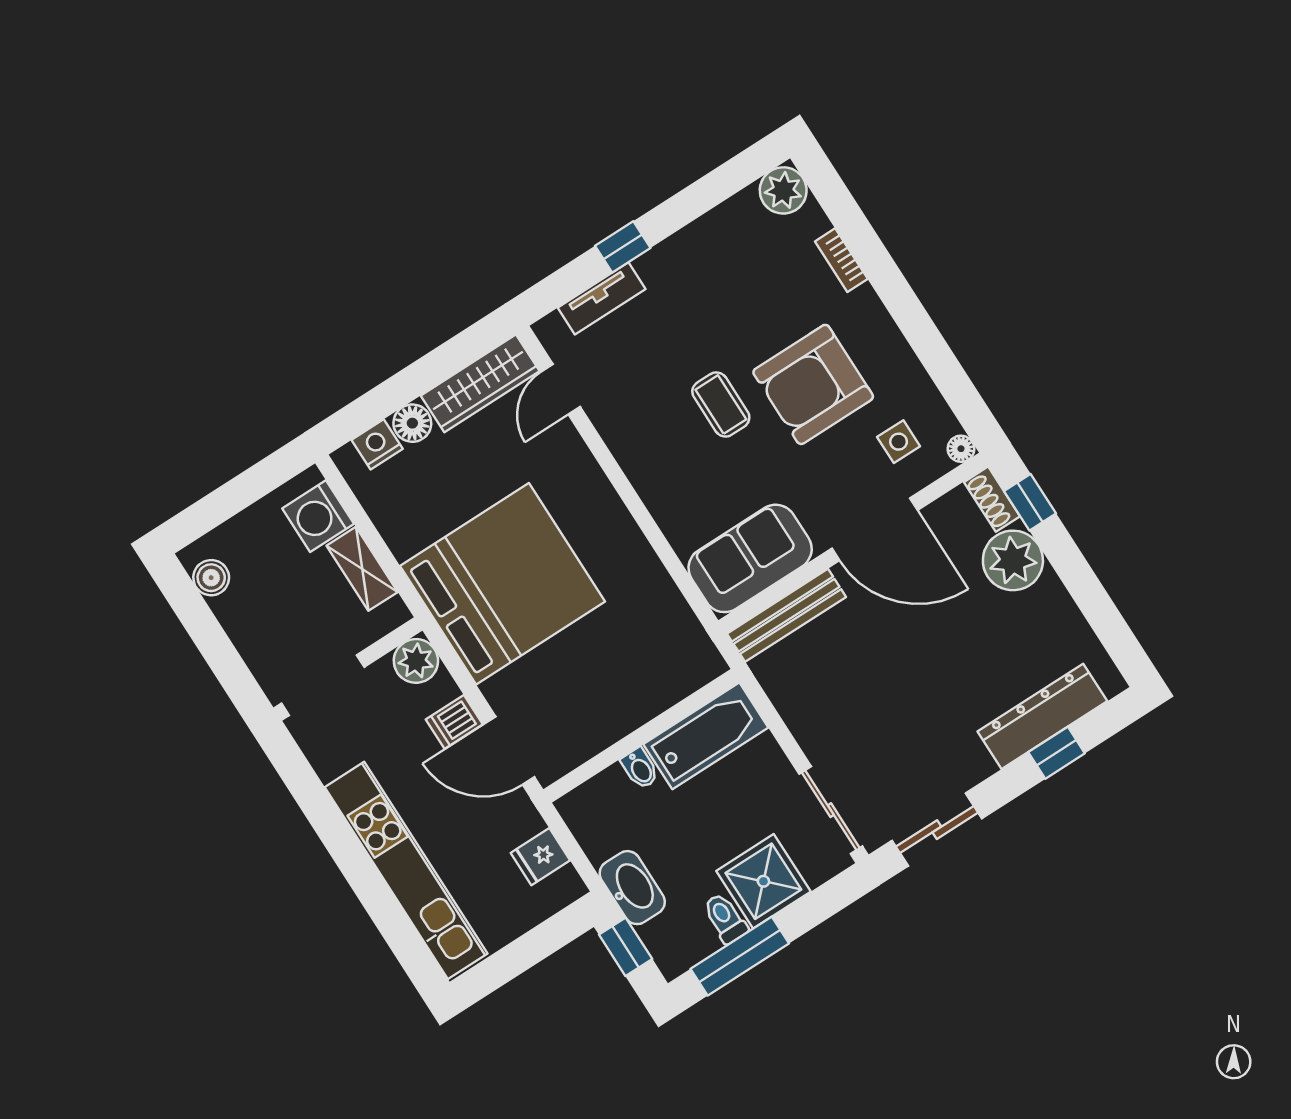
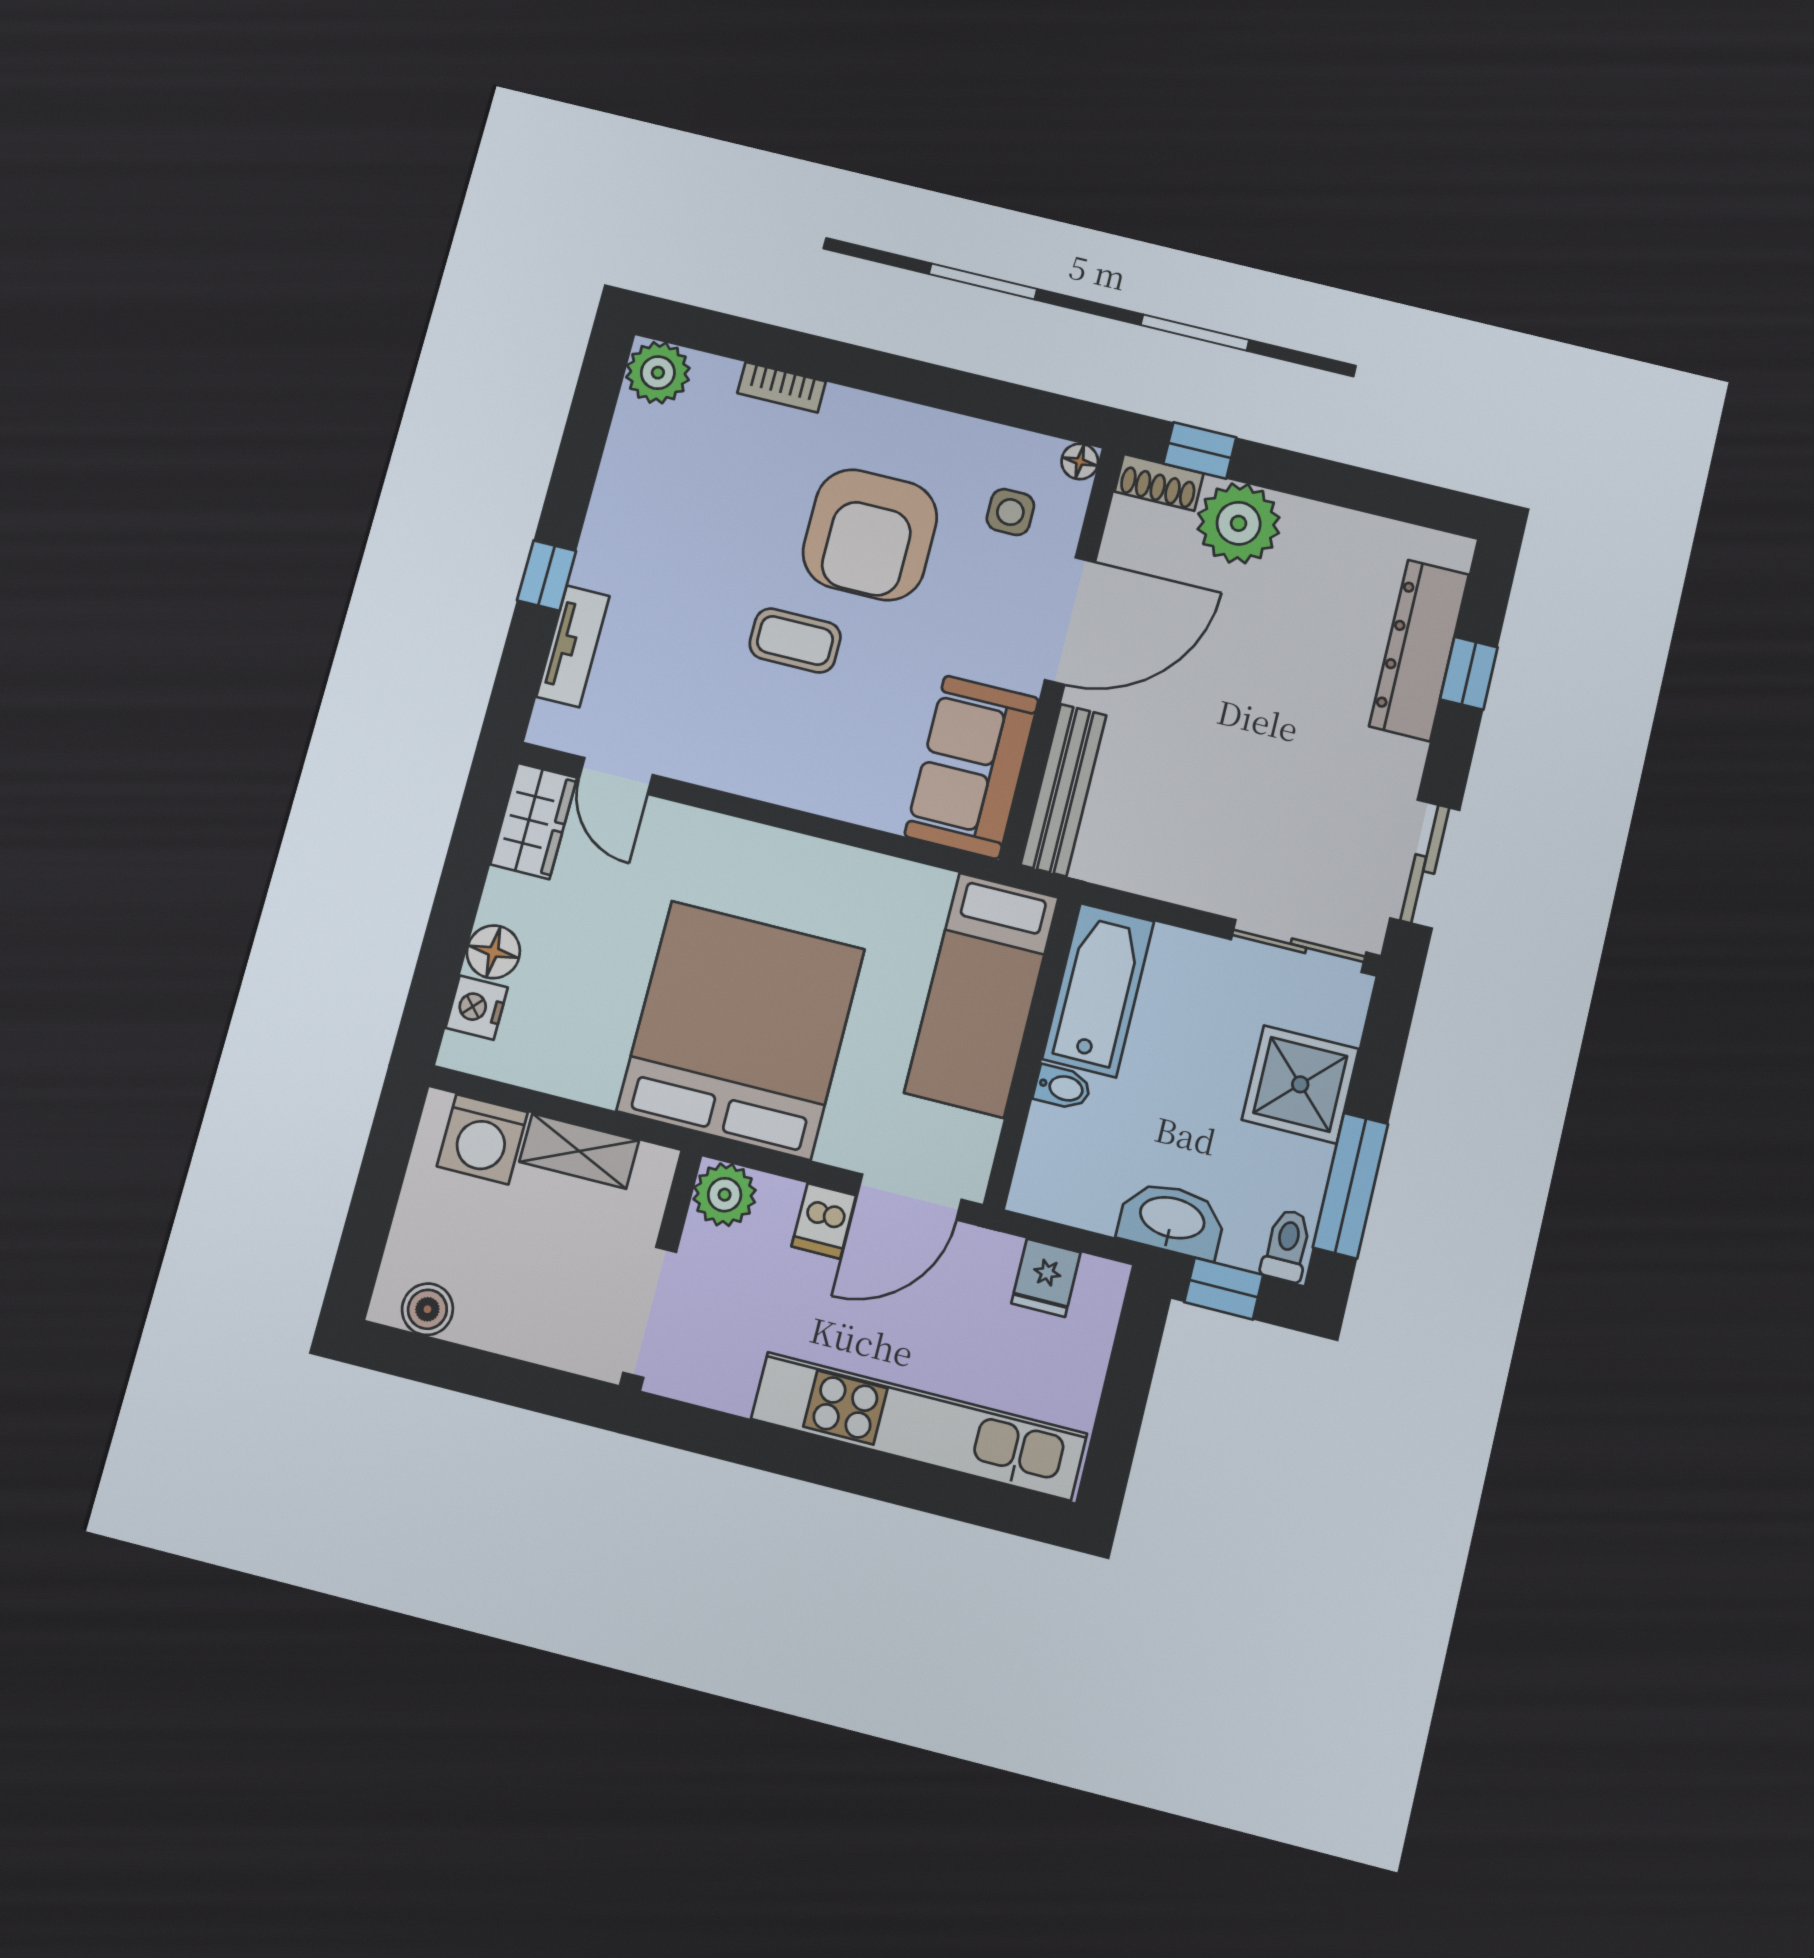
wardrobe: (480, 383) -> (534, 821), width x0.67
bed: (643, 682) -> (982, 995), added
toilet: (725, 918) -> (1287, 1245), moved, turned 90

